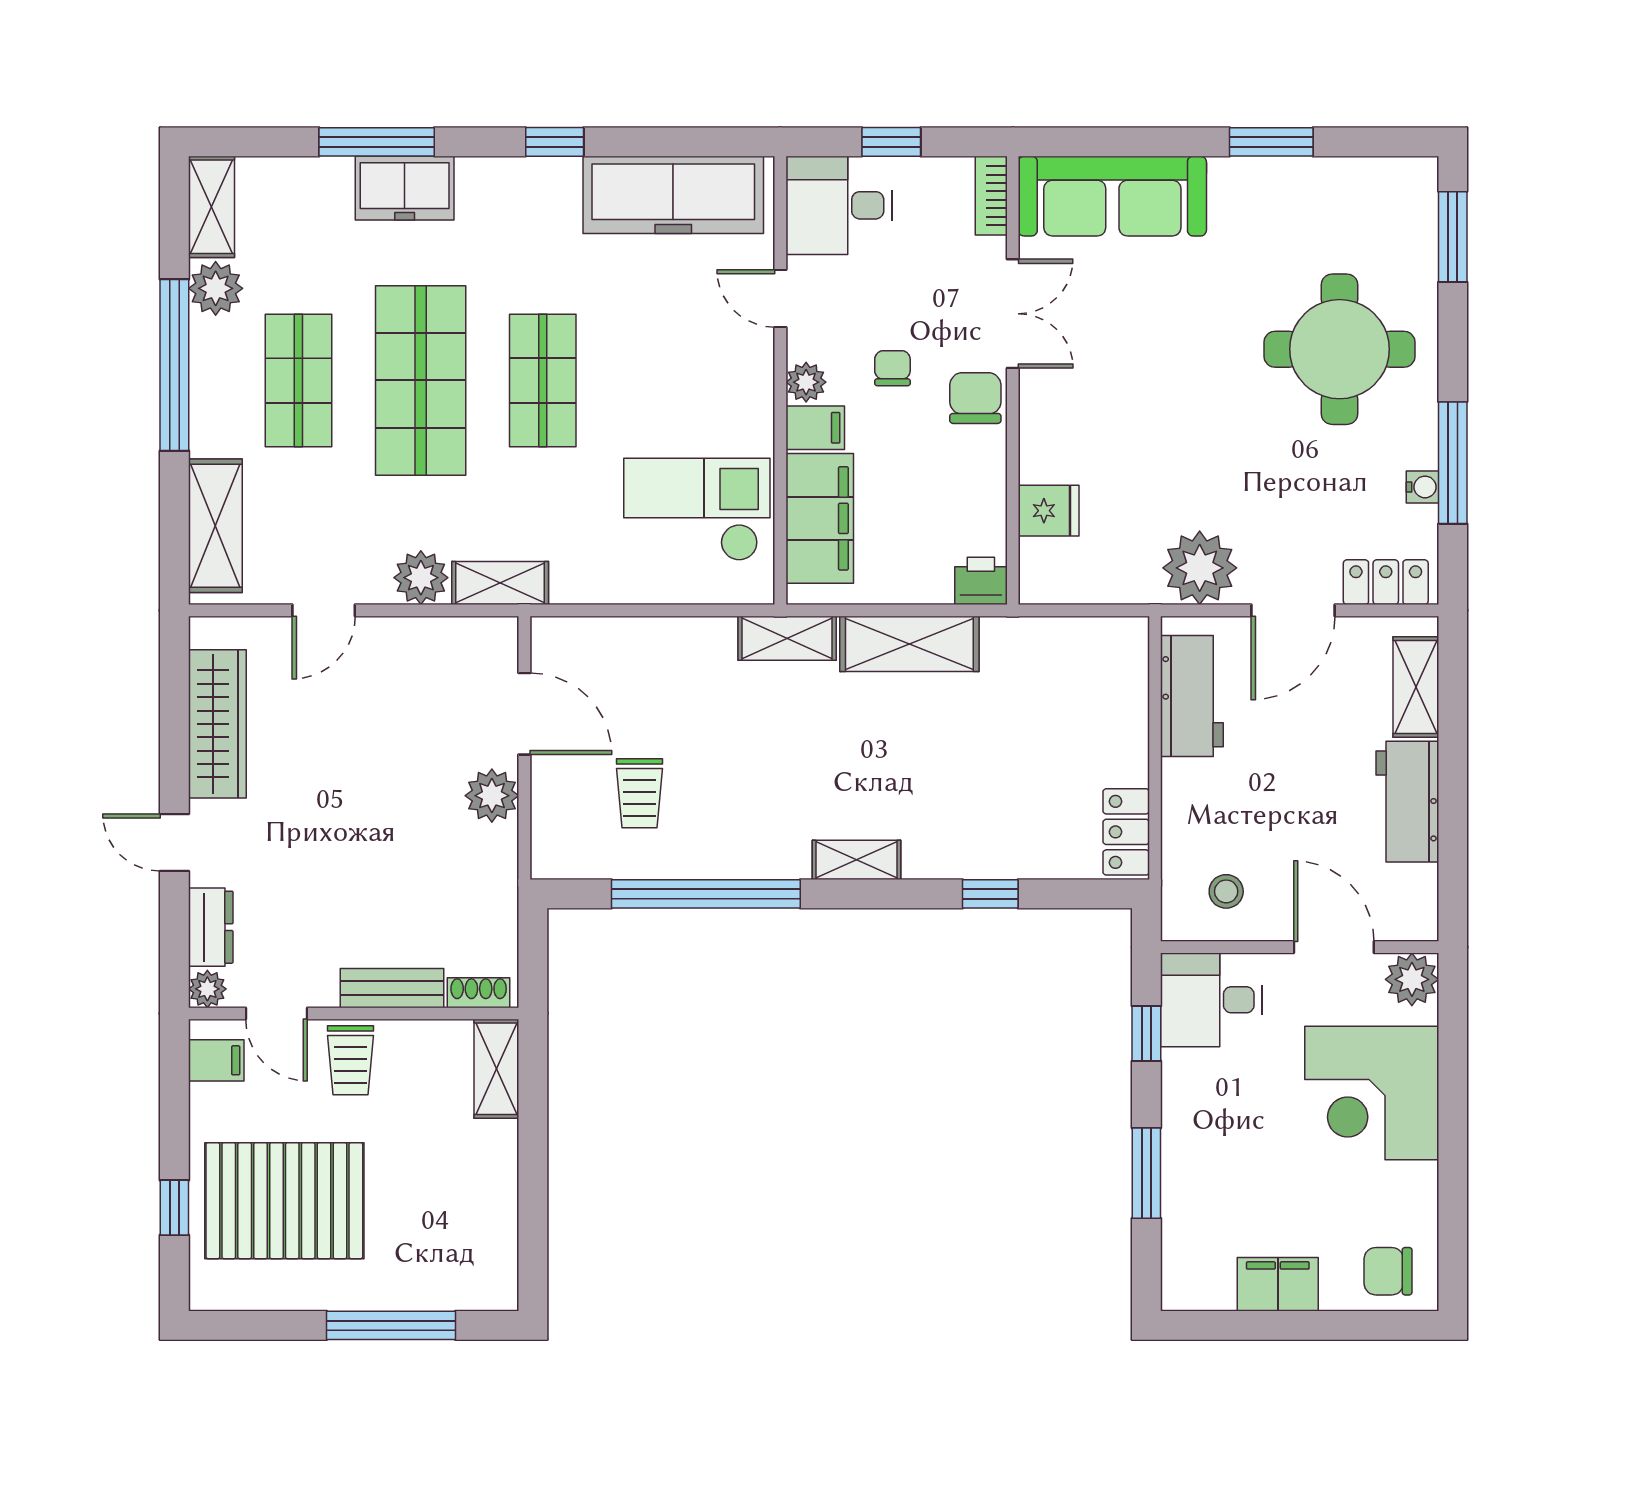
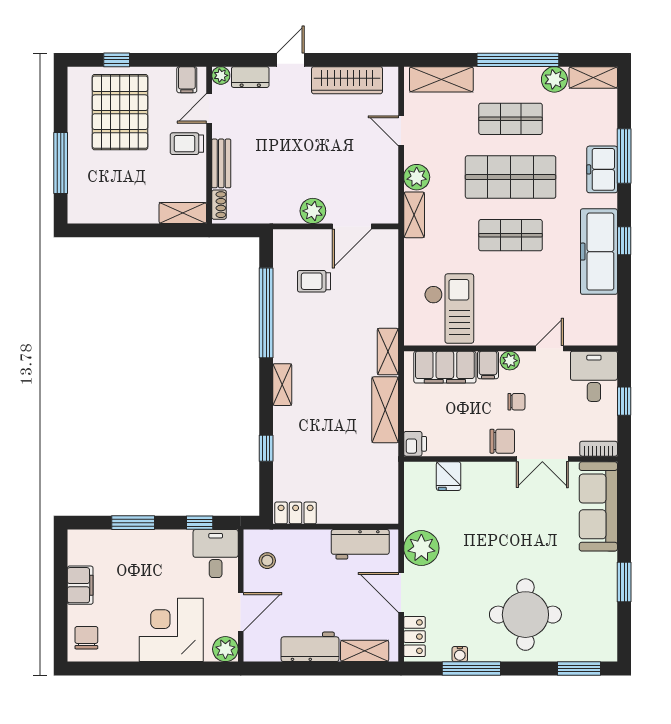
freezer: (673, 195) -> (599, 252), moved

